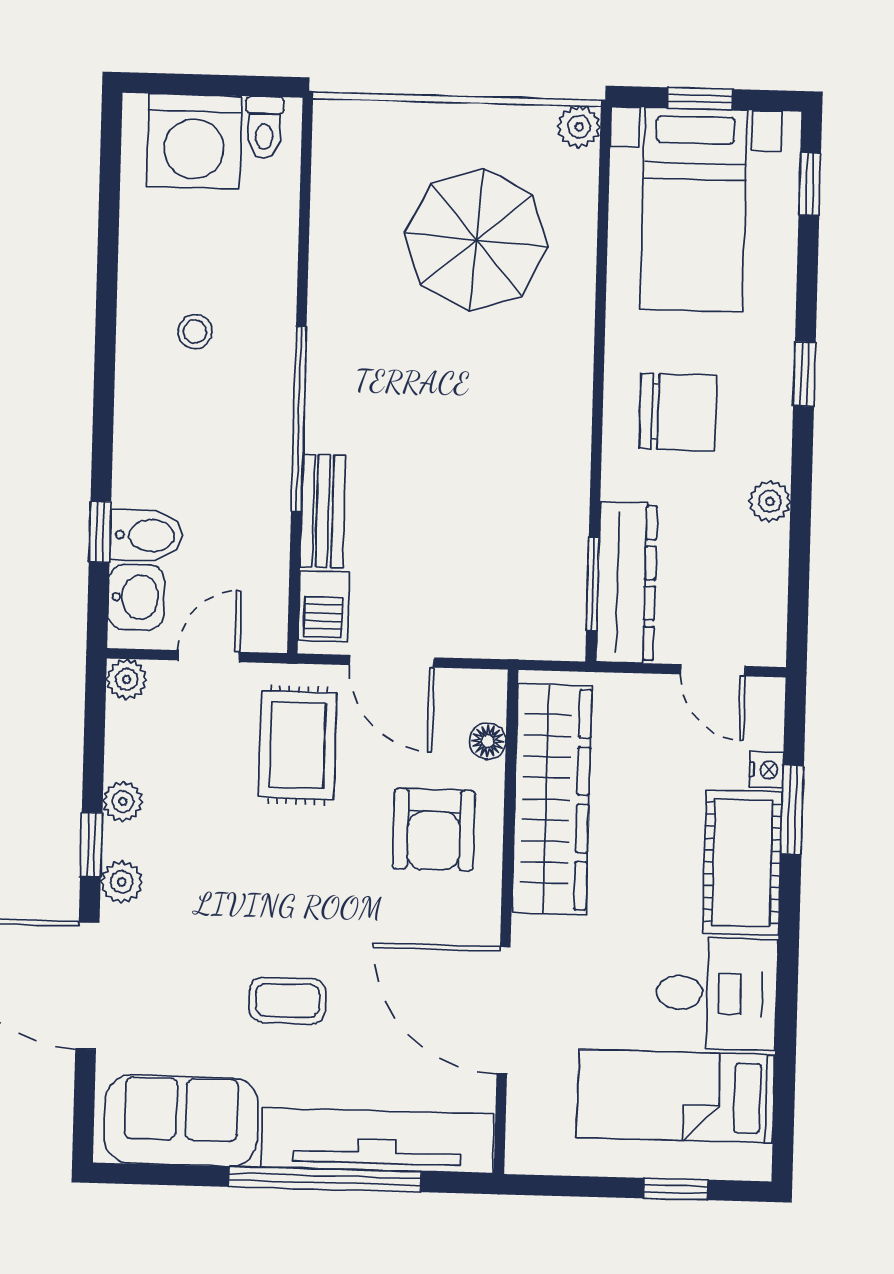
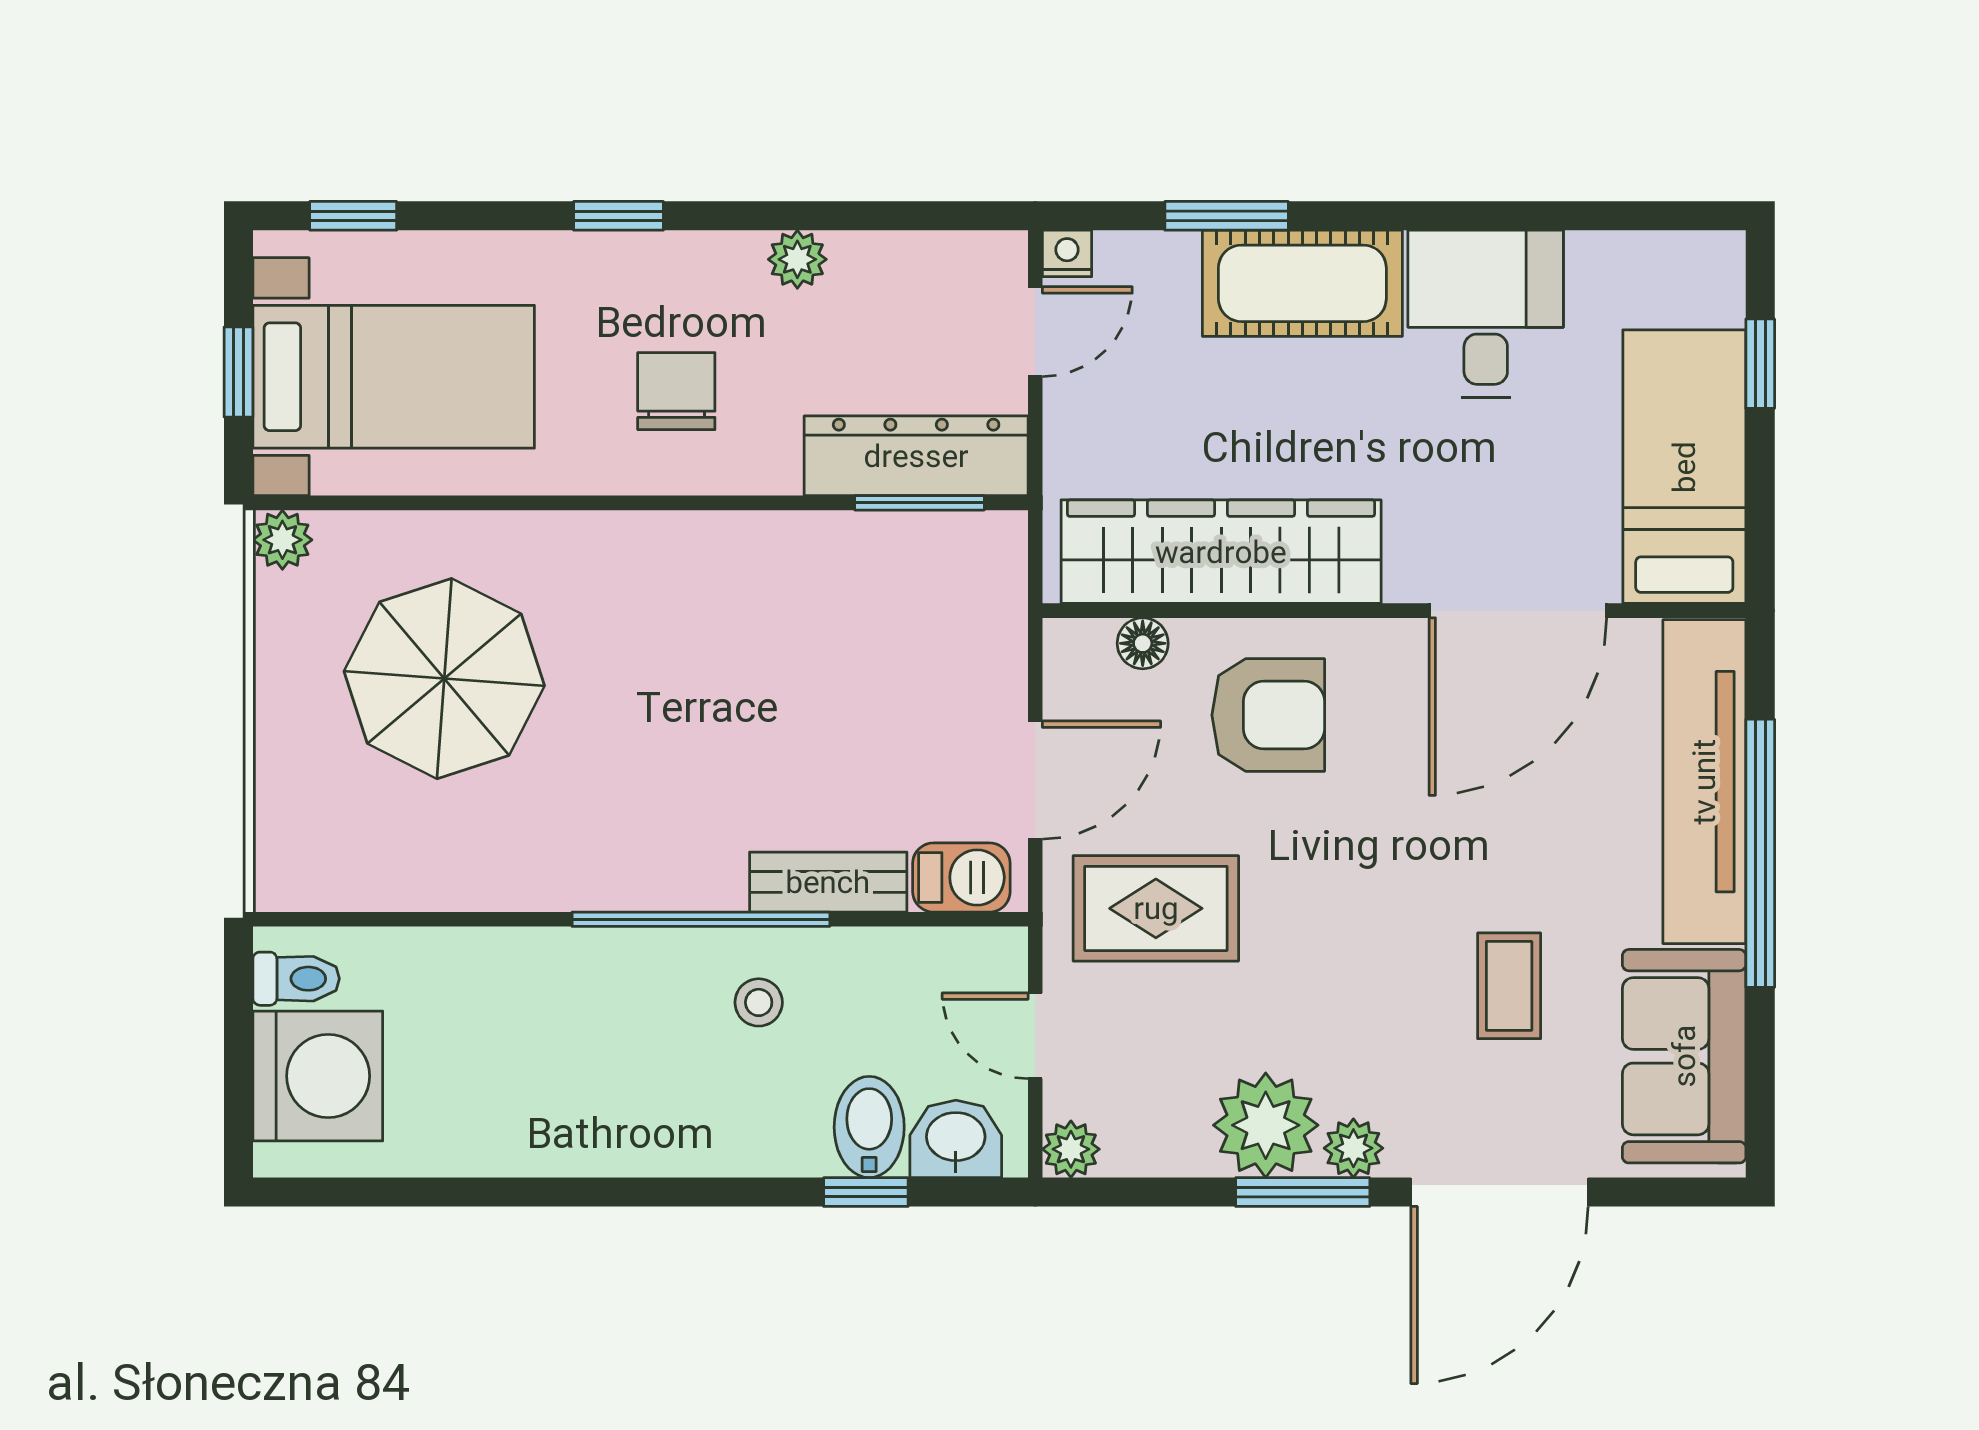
stool: (195, 332) -> (759, 1002), moved
chair: (678, 412) -> (676, 391), width x0.73, depth x0.73
nightstand: (766, 770) -> (1067, 253), moved
plant: (123, 801) -> (1266, 1125), width x1.88, depth x1.88
window: (91, 845) -> (1303, 1192), width x1.50
coffee table: (288, 1001) -> (1509, 986), moved
bed: (676, 1096) -> (1684, 467), moved, turned 180

